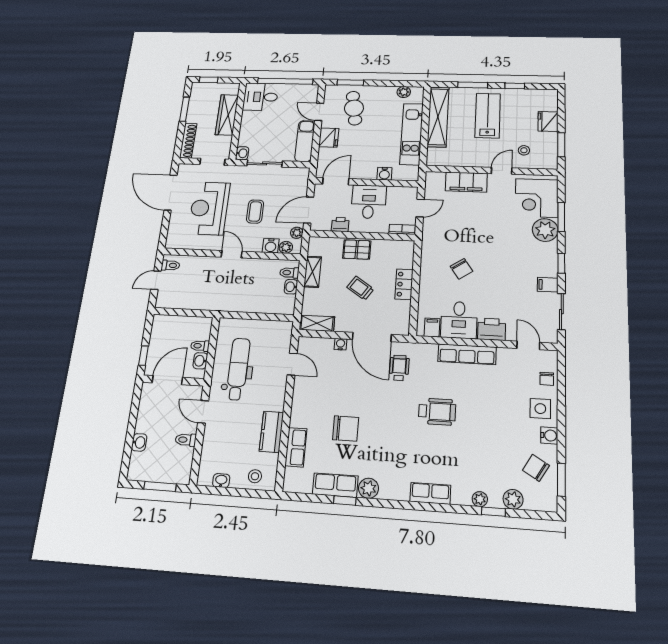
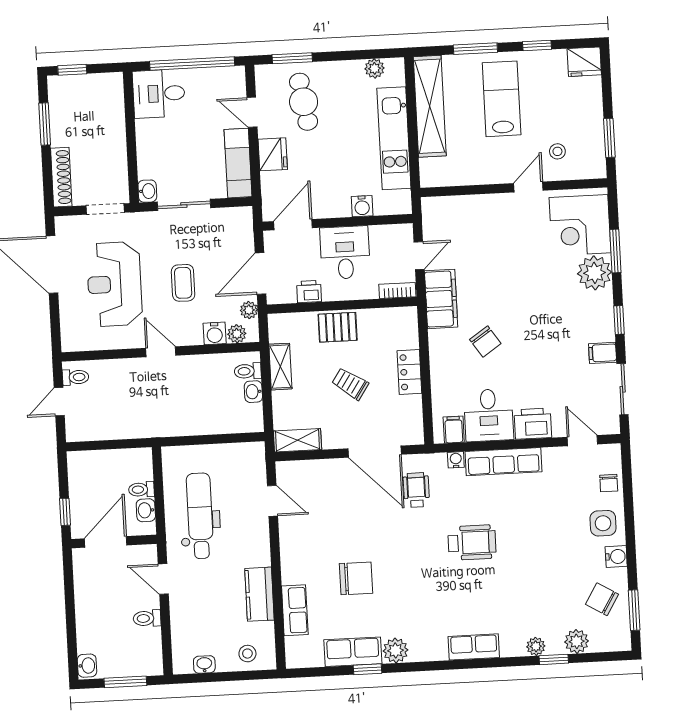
wardrobe: (227, 115) -> (112, 128), removed
fridge: (548, 121) -> (584, 62), moved, turned -90
filing cabinet: (466, 182) -> (441, 299), moved, turned -90
water cooler: (341, 344) -> (456, 460), moved
washbasin: (139, 442) -> (87, 666), moved

